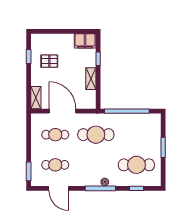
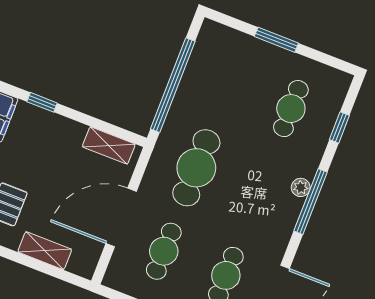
shelving: (91, 79) -> (109, 145), moved
shelving: (36, 98) -> (45, 251), moved
cafe table: (136, 165) -> (291, 109), width x0.73, depth x0.74

